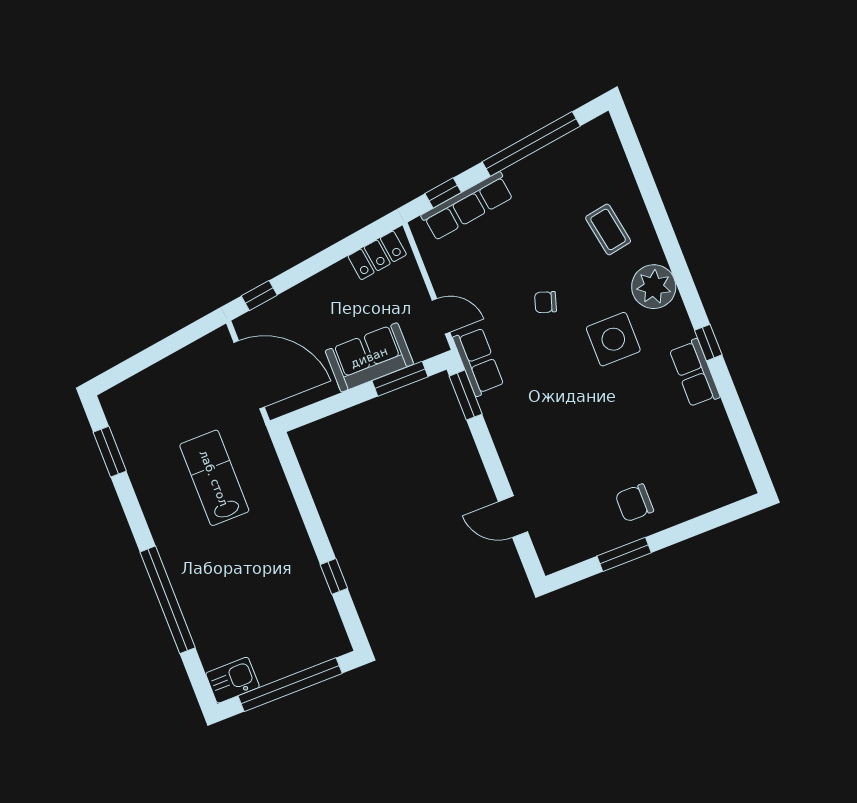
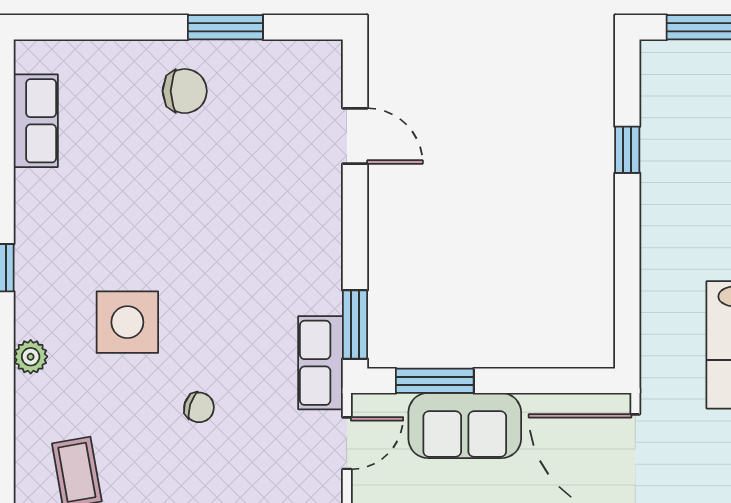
plant: (654, 287) -> (31, 357), width x0.53, depth x0.53
door: (441, 316) -> (347, 443), swing flipped
row of seats: (695, 373) -> (36, 121), moved

